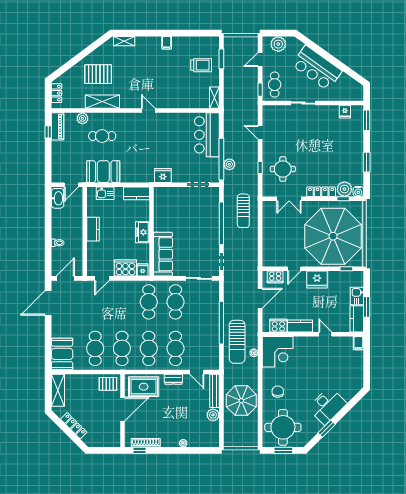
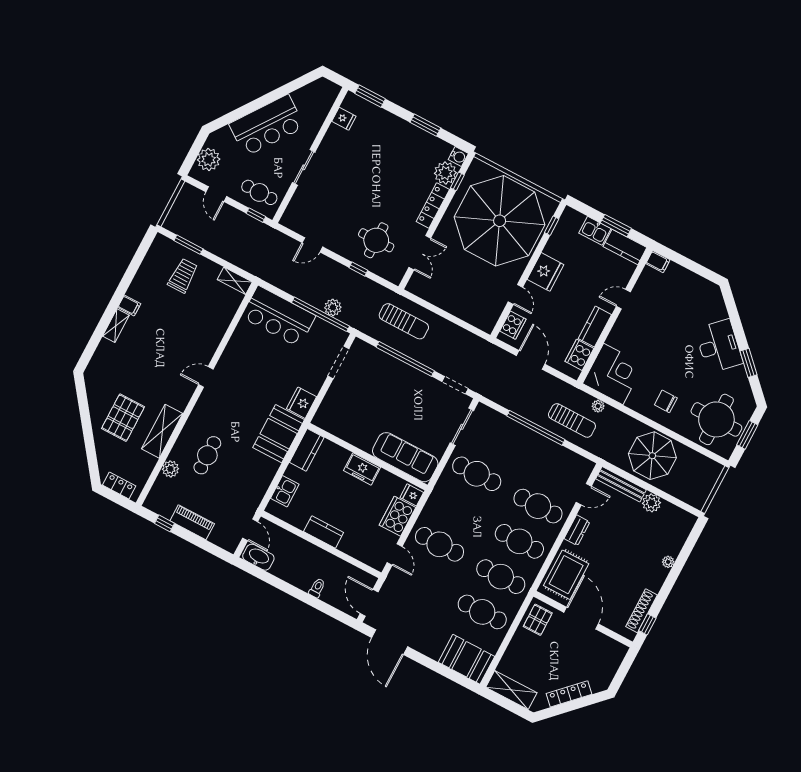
shelving: (124, 41) -> (116, 326), moved
piano: (58, 126) -> (192, 522), moved
booth: (103, 172) -> (279, 434), moved
cafe table: (149, 302) -> (440, 544), moved
sun lounger: (237, 342) -> (572, 420), width x0.73, depth x0.75

